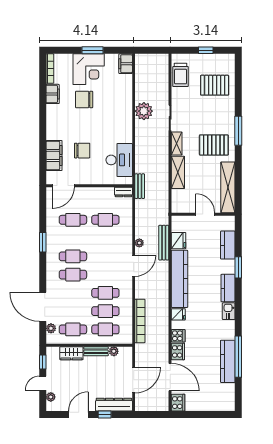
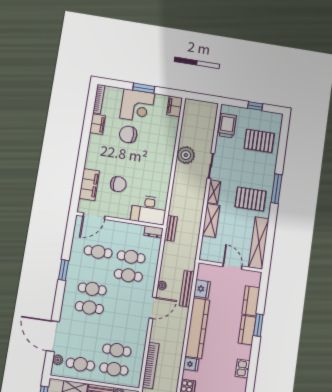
trolley: (181, 75) -> (227, 126), turned 180
desk: (119, 160) -> (149, 210), moved, turned 90
kitchen counter: (228, 288) -> (247, 330), moved
cafe table: (105, 293) -> (128, 275), moved

